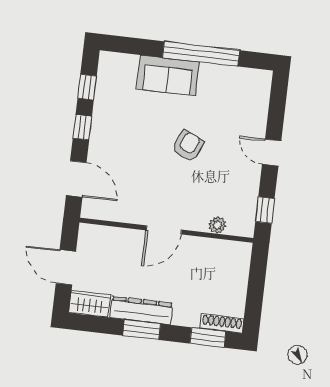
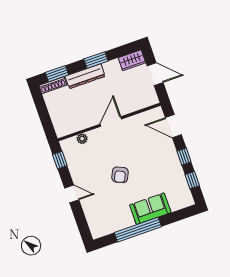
dresser: (141, 310) -> (85, 76), moved

